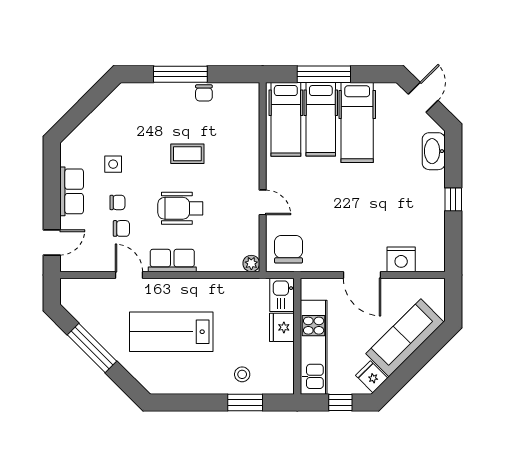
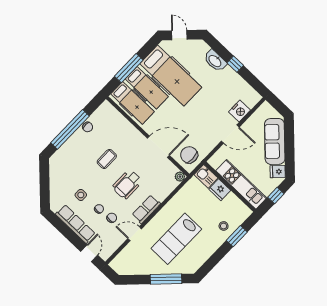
window: (180, 74) -> (70, 129), width x1.46
hospital bed: (357, 123) -> (171, 76), width x1.37, depth x1.29
washbasin: (434, 151) -> (215, 61), moved
row of seats: (72, 191) -> (75, 224), width x1.48
door: (263, 202) -> (158, 147), width x1.88
window: (92, 348) -> (166, 279), moved

